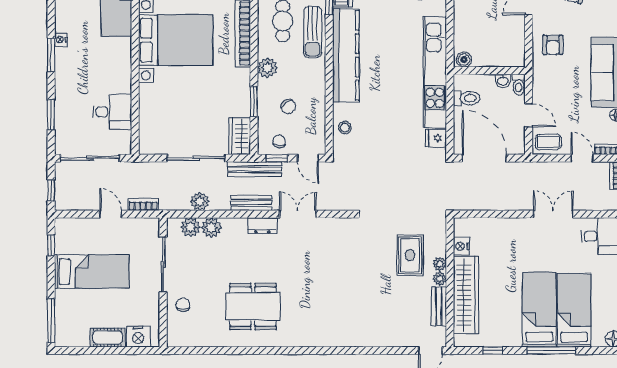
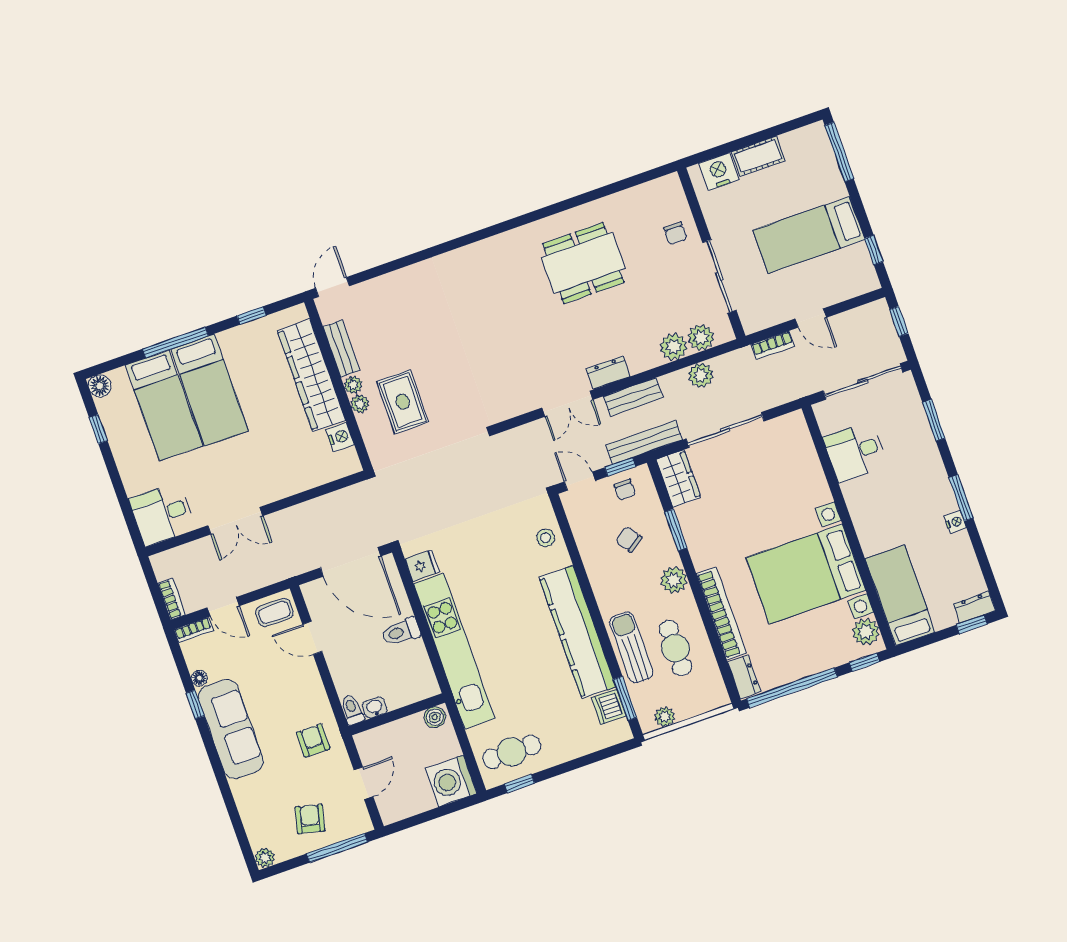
boiler: (464, 60) -> (435, 717), moved
wall: (489, 71) -> (397, 714), moved
washbasin: (503, 81) -> (375, 707), moved
toilet: (519, 85) -> (352, 710), moved

